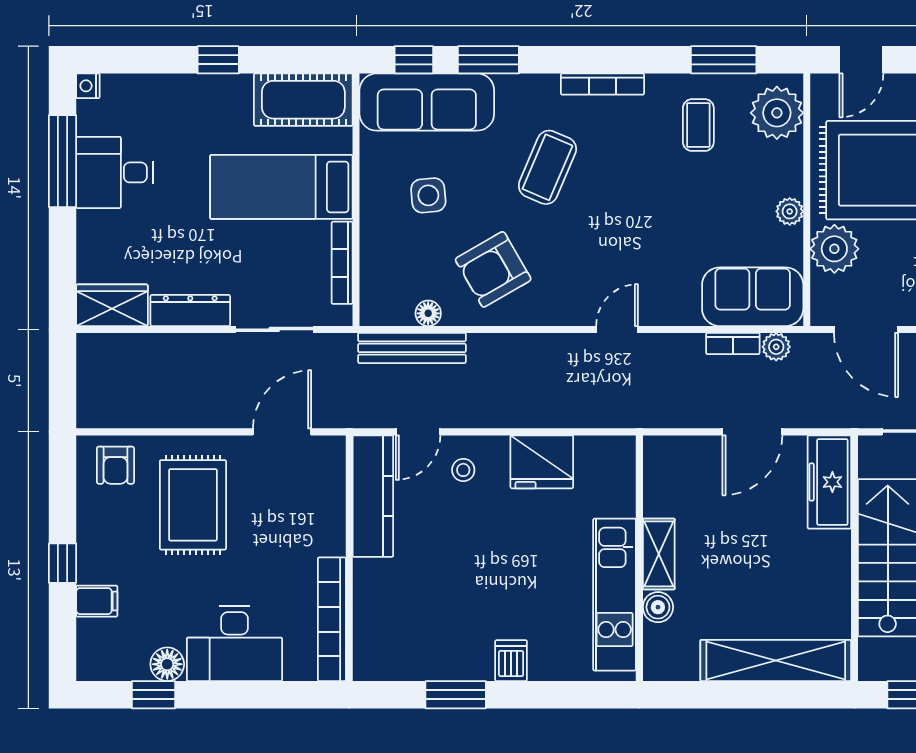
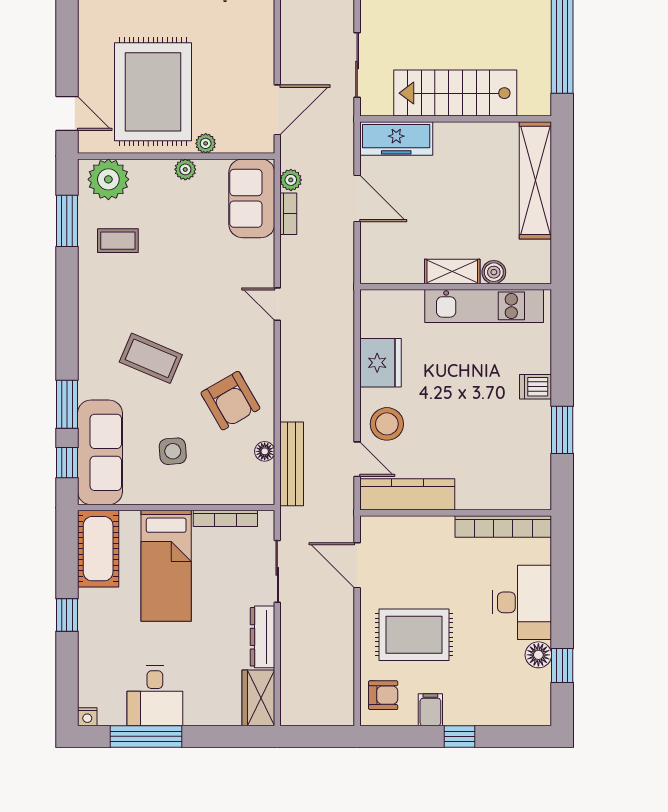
bookcase: (602, 84) -> (86, 315), removed
plant: (834, 249) -> (206, 143), width x0.53, depth x0.53
stool: (463, 470) -> (387, 424), width x1.89, depth x1.89
filing cabinet: (97, 601) -> (430, 710), moved

